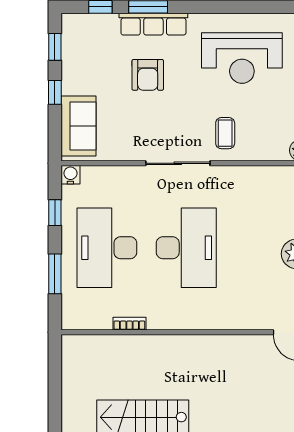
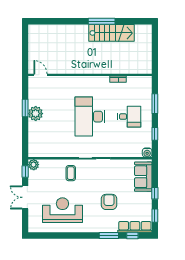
row of seats: (153, 24) -> (135, 227), moved
desk: (107, 248) -> (129, 117), width x0.53, depth x0.77

